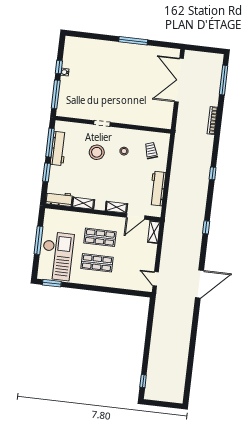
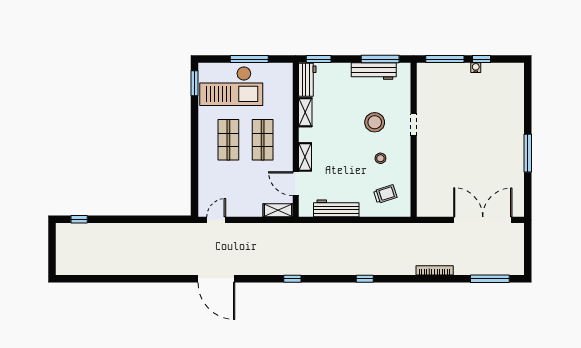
window: (47, 172) -> (319, 59), moved

